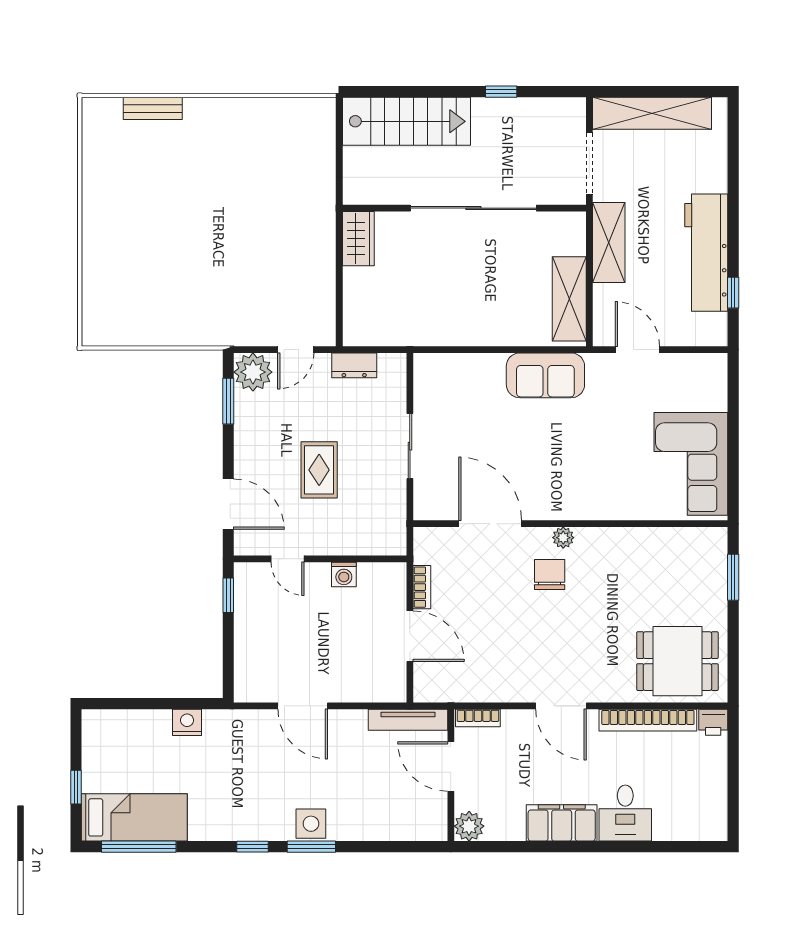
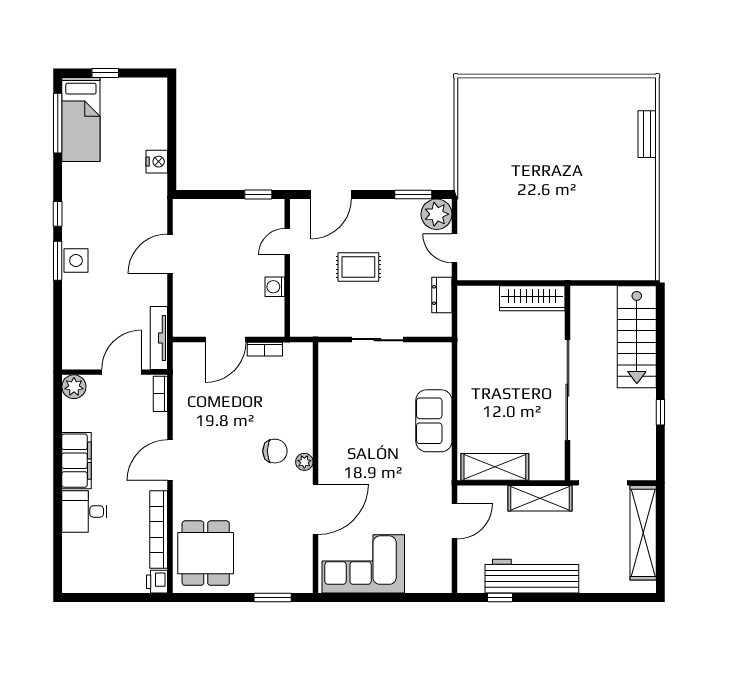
wardrobe: (358, 239) -> (532, 298), width x1.50
sofa: (545, 375) -> (434, 421), moved
door: (490, 524) -> (316, 509), moved

